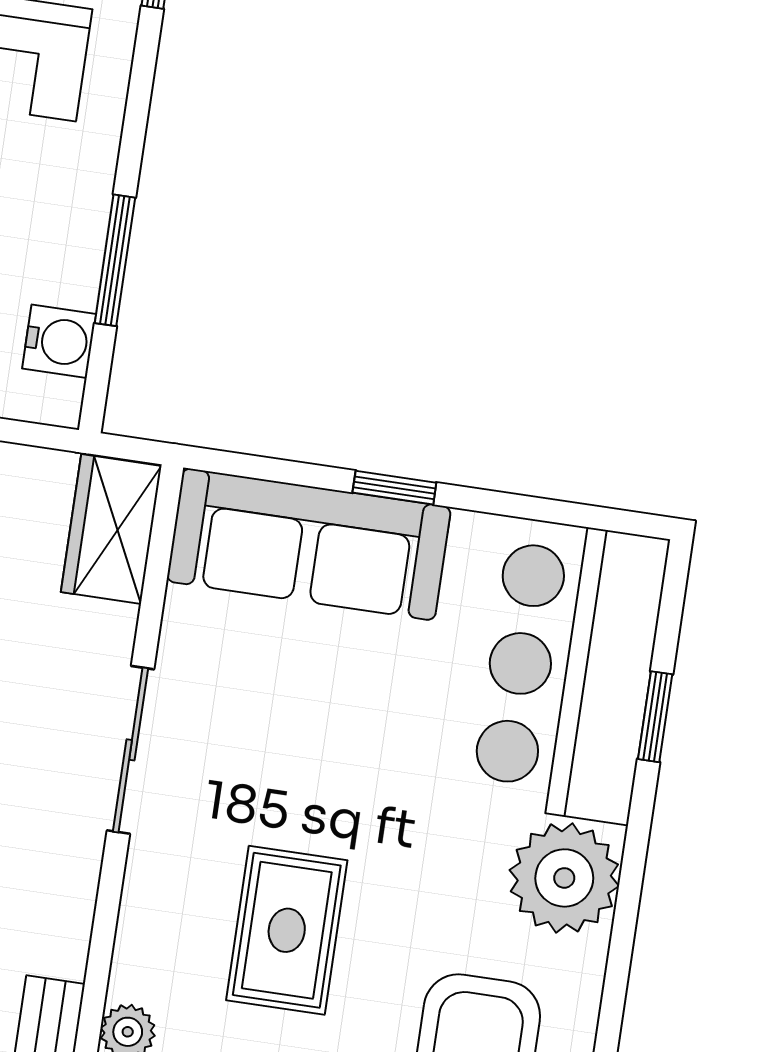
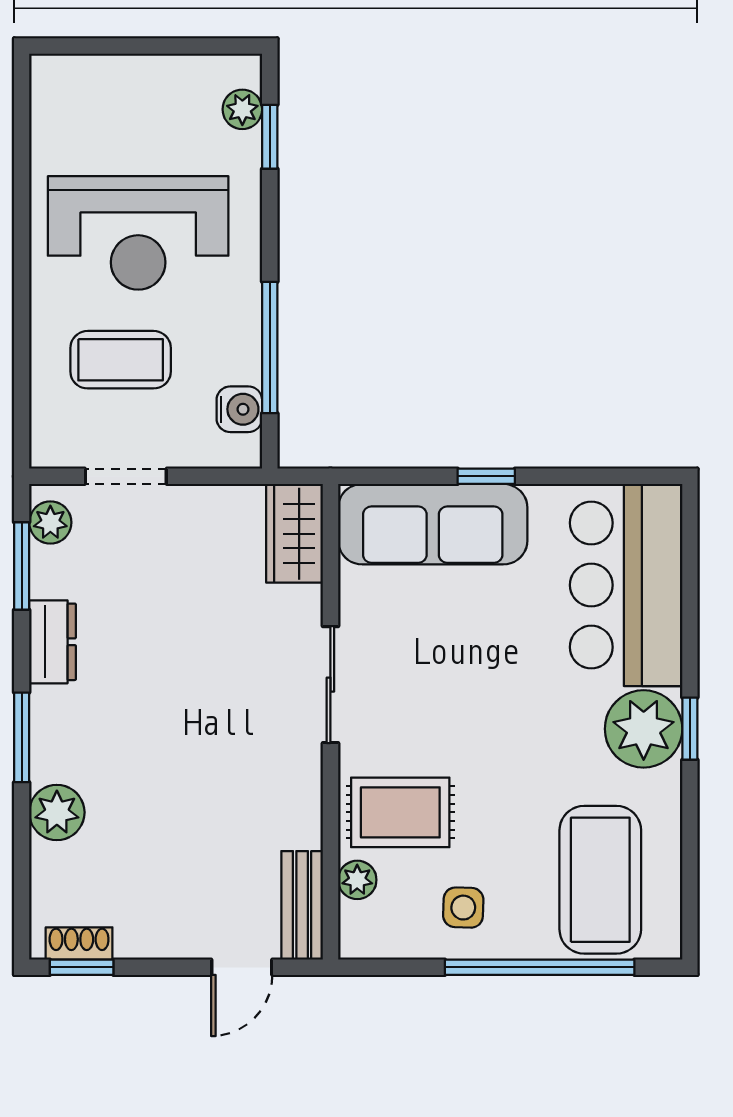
window: (115, 260) -> (270, 348), width x1.44
window: (655, 717) -> (690, 729), moved
rug: (287, 930) -> (400, 812), moved, turned 90

